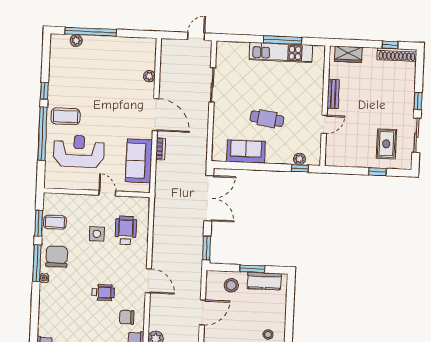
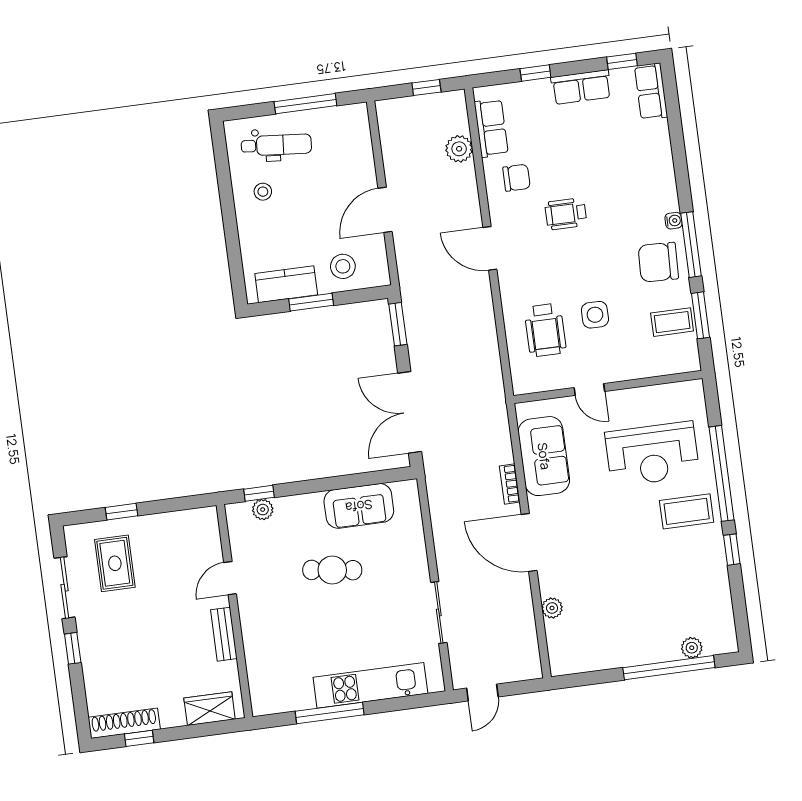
kitchen unit: (281, 52) -> (370, 685), moved
chair: (57, 257) -> (658, 262), turned 92

